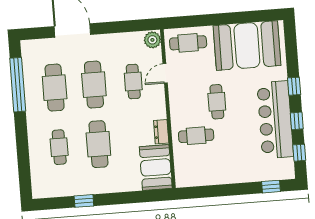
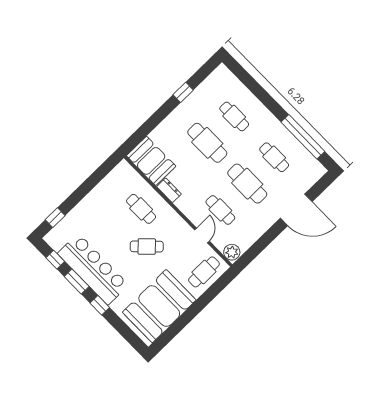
cafe table: (55, 88) -> (274, 157), width x0.73, depth x0.74
cafe table: (217, 102) -> (147, 246), turned -45
window: (297, 121) -> (77, 282), width x1.50
cafe table: (196, 136) -> (141, 209), turned 90

